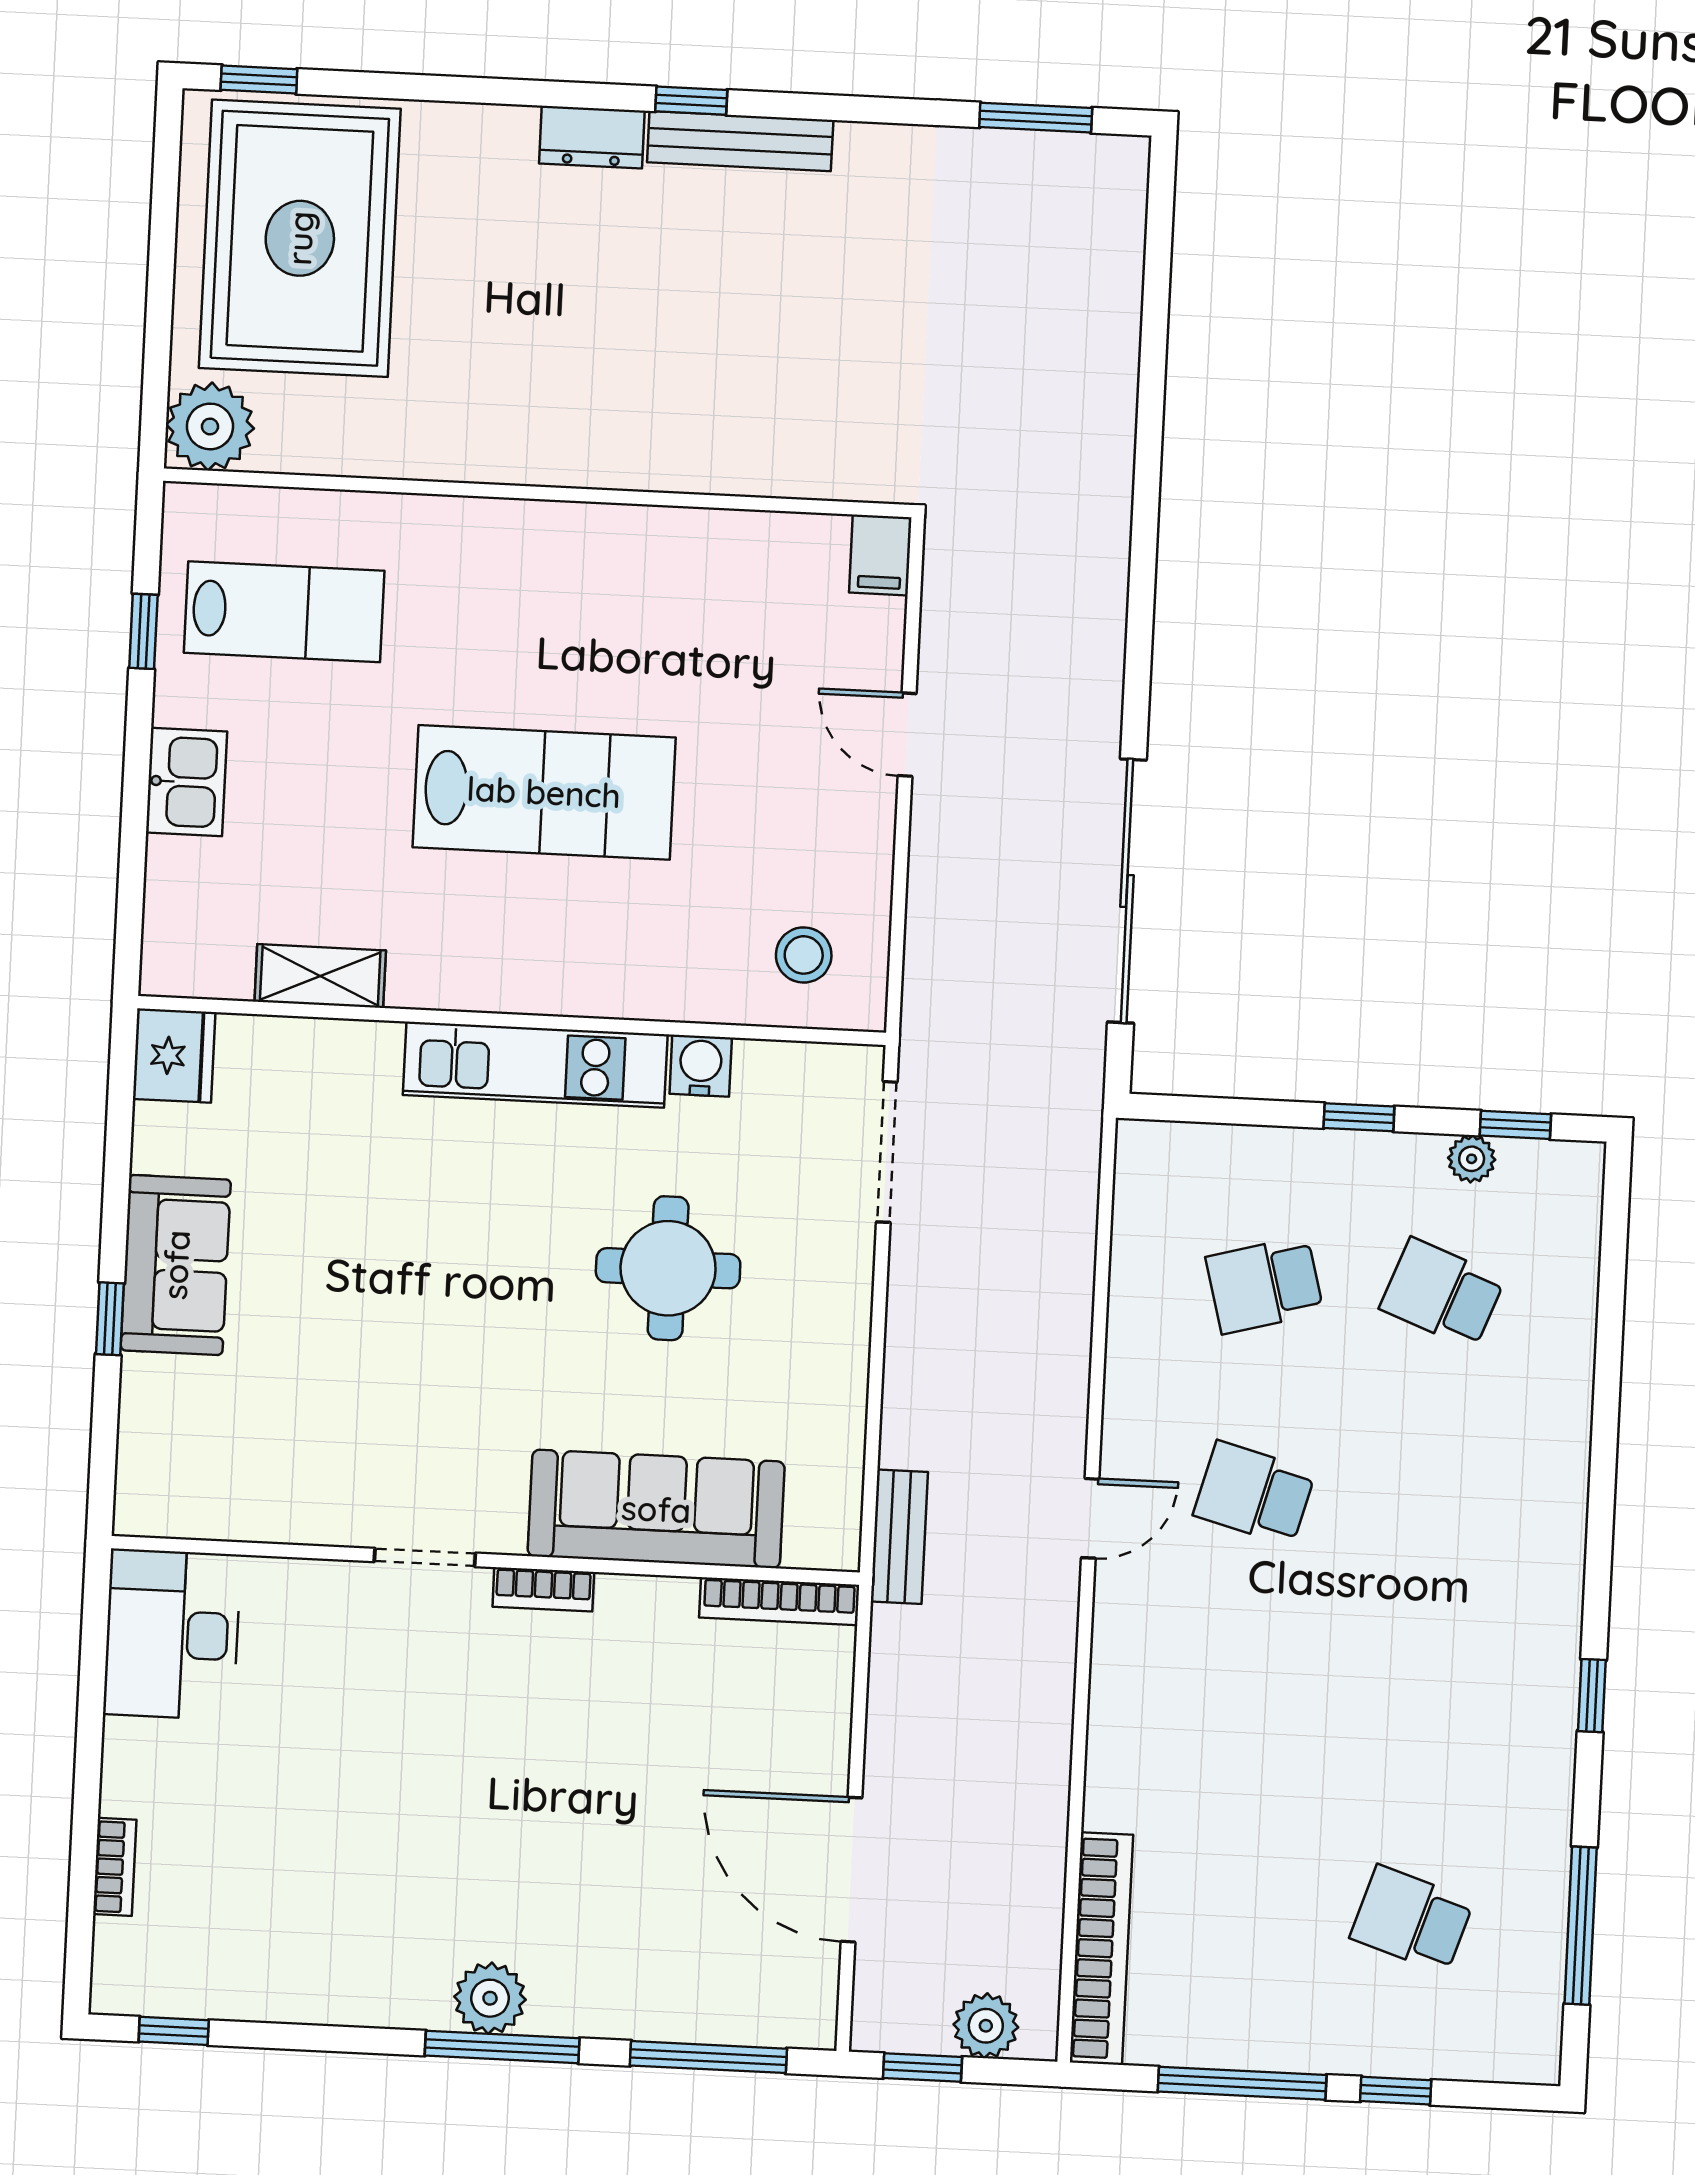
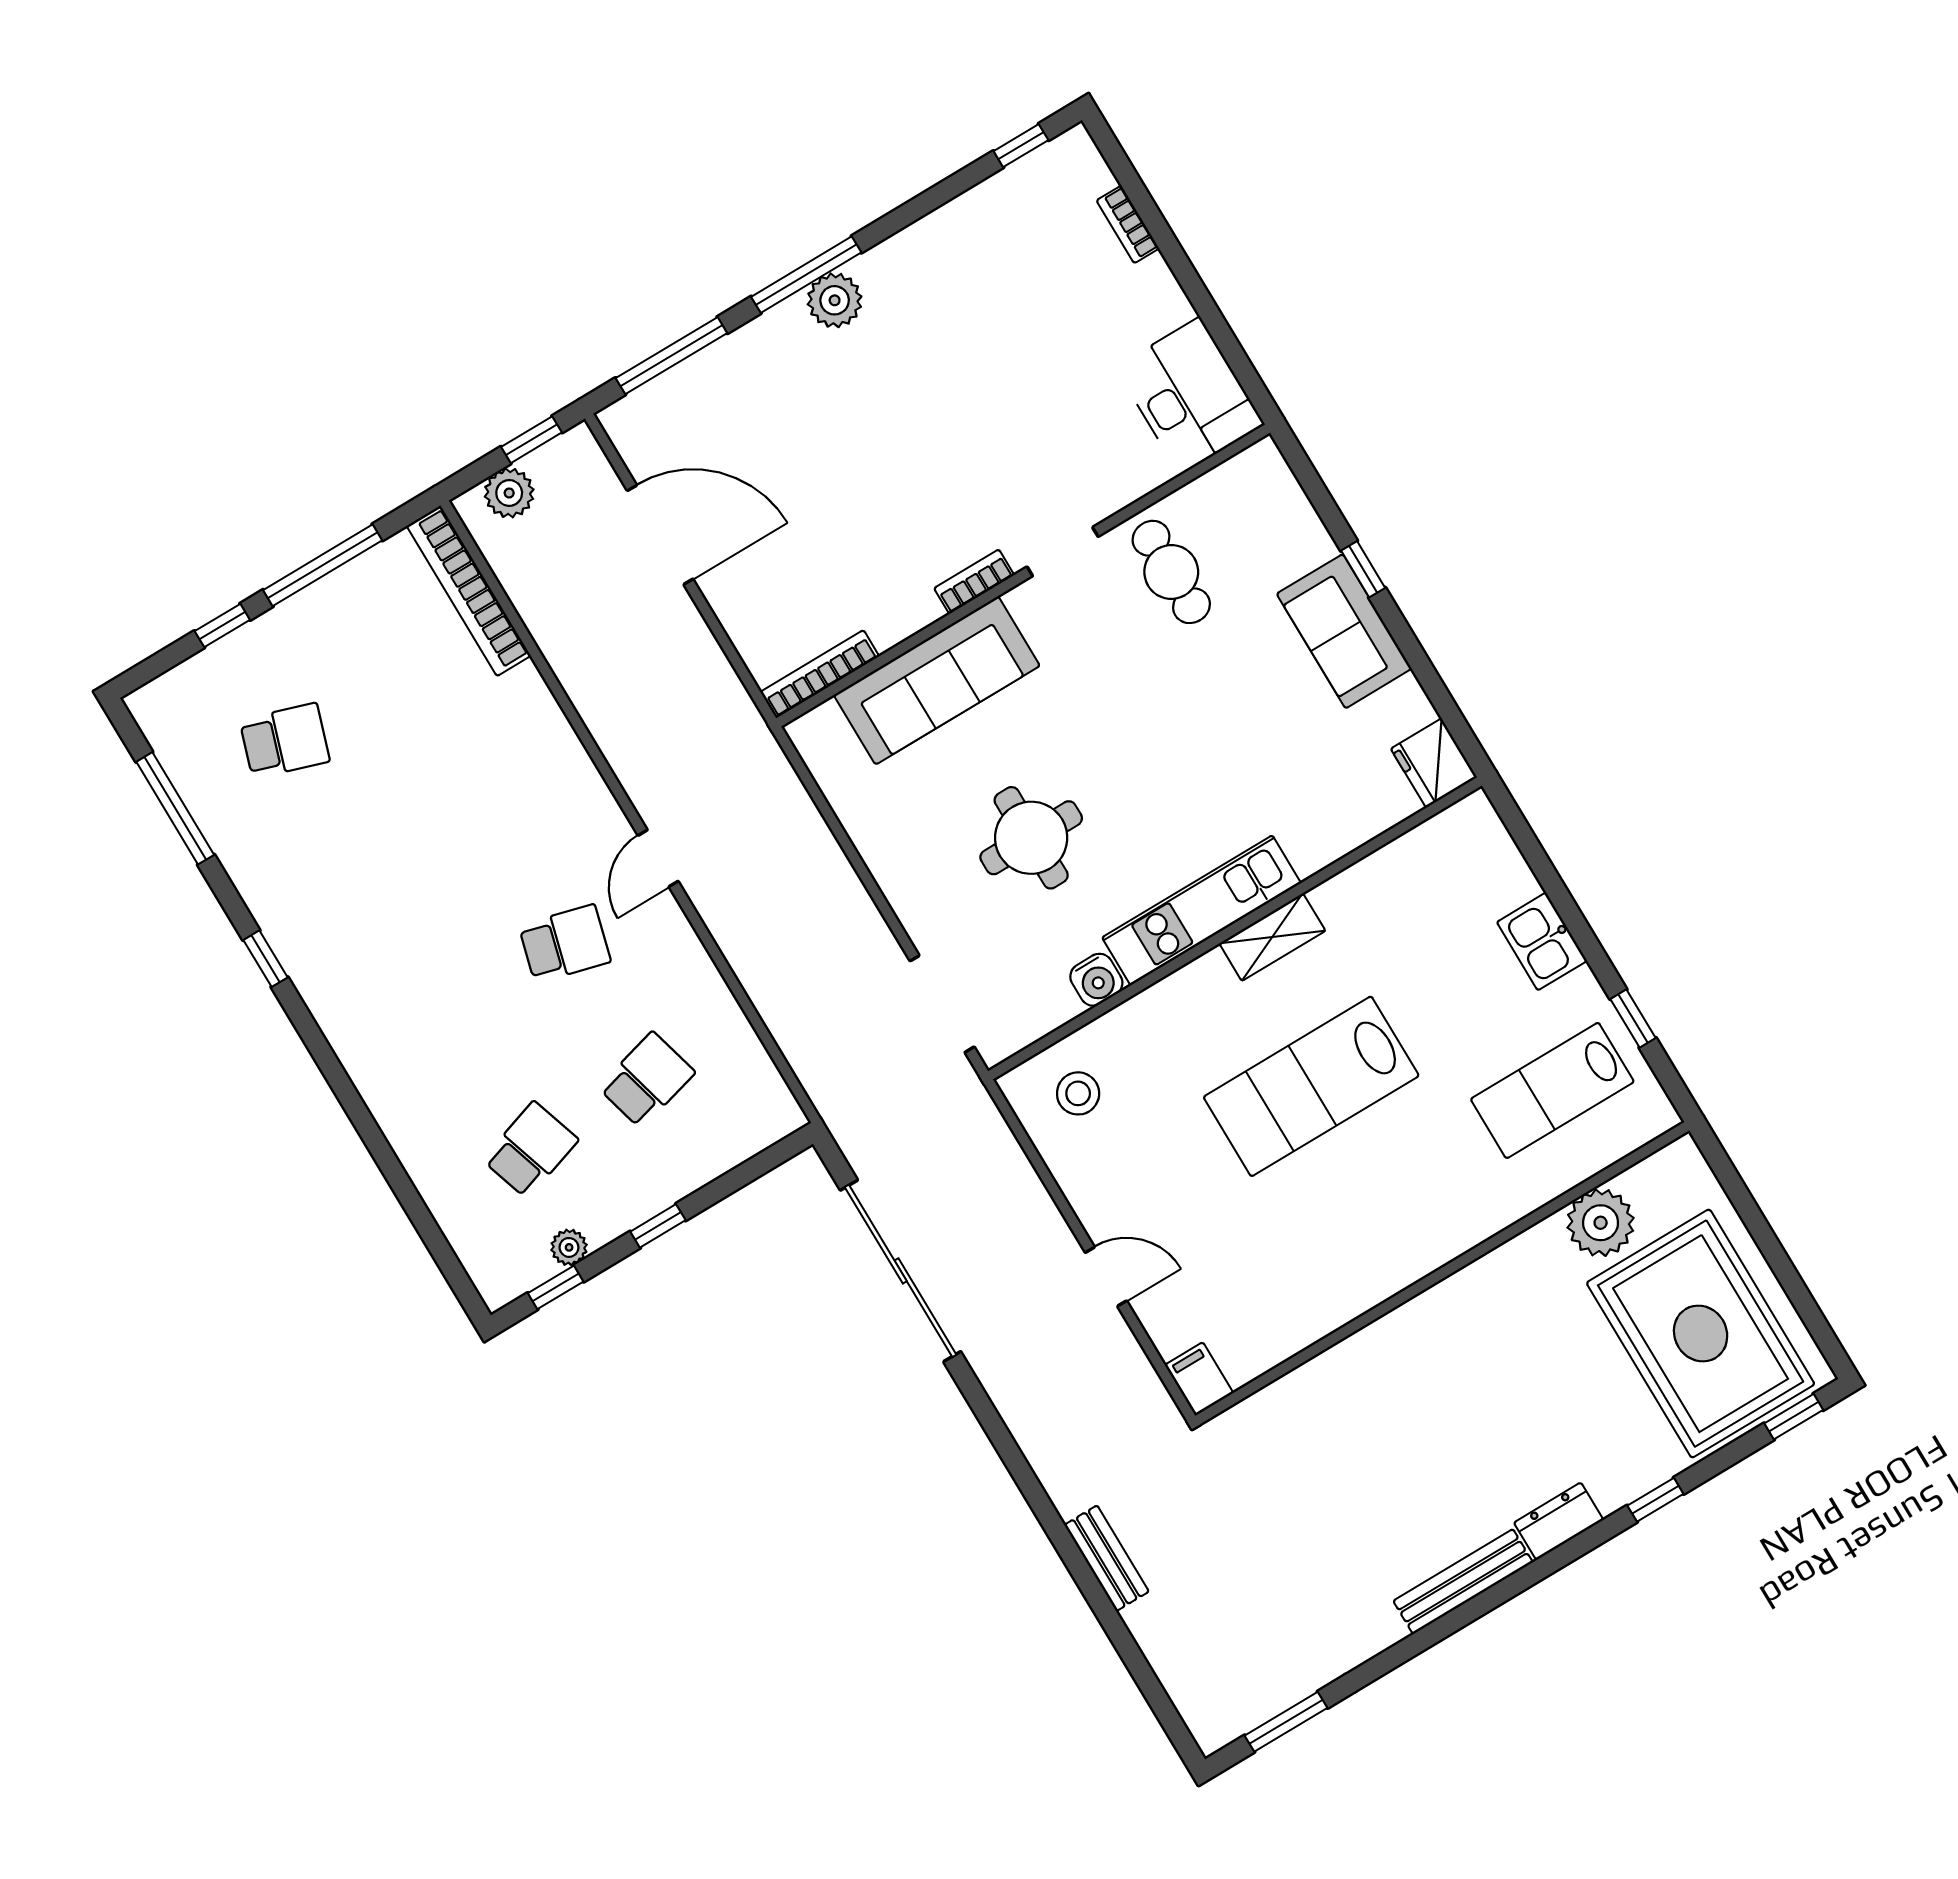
window: (691, 101) -> (1655, 1500), moved
plant: (210, 426) -> (1601, 1223), moved
shelving: (320, 976) -> (1272, 937), moved
school desk: (1442, 1293) -> (530, 1150), turned -39
cafe table: (321, 1456) -> (1171, 572), added
bench: (899, 1537) -> (1107, 1558), moved

